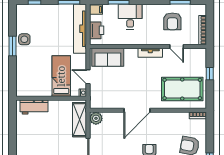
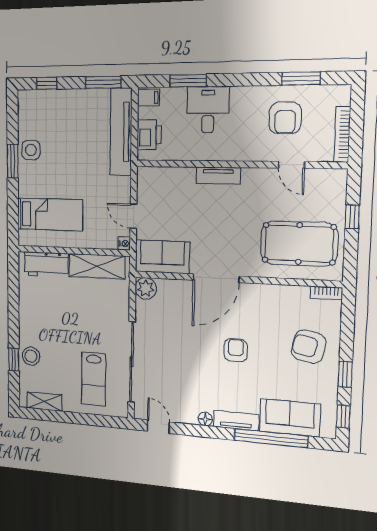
tv unit: (150, 53) -> (218, 176), moved
sofa: (108, 57) -> (162, 257), moved, turned 180
bed: (61, 76) -> (50, 214), moved, turned 90
shelving: (79, 120) -> (97, 266), moved, turned 90

